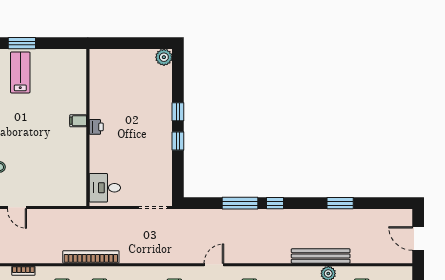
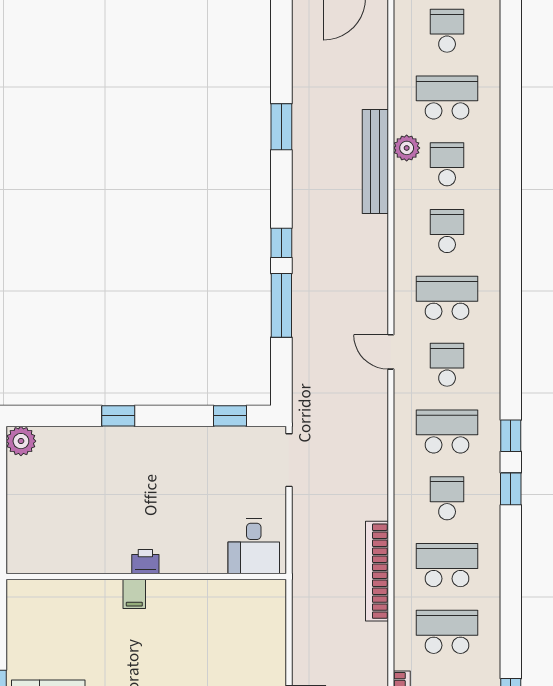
window: (178, 141) -> (230, 416), moved

